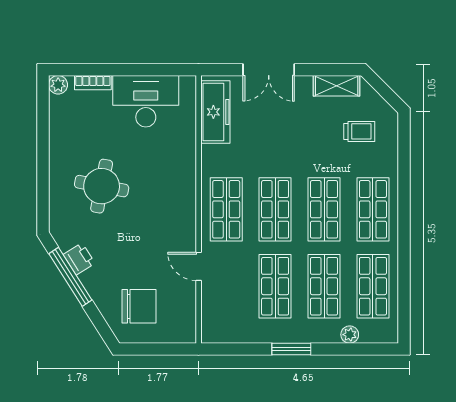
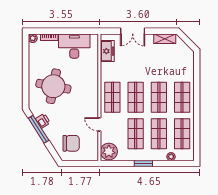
freezer: (215, 112) -> (107, 51), width x0.71
trolley: (359, 131) -> (176, 60), removed
round table: (102, 186) -> (53, 86), width x1.36, depth x1.36
plant: (219, 324) -> (109, 152), added

